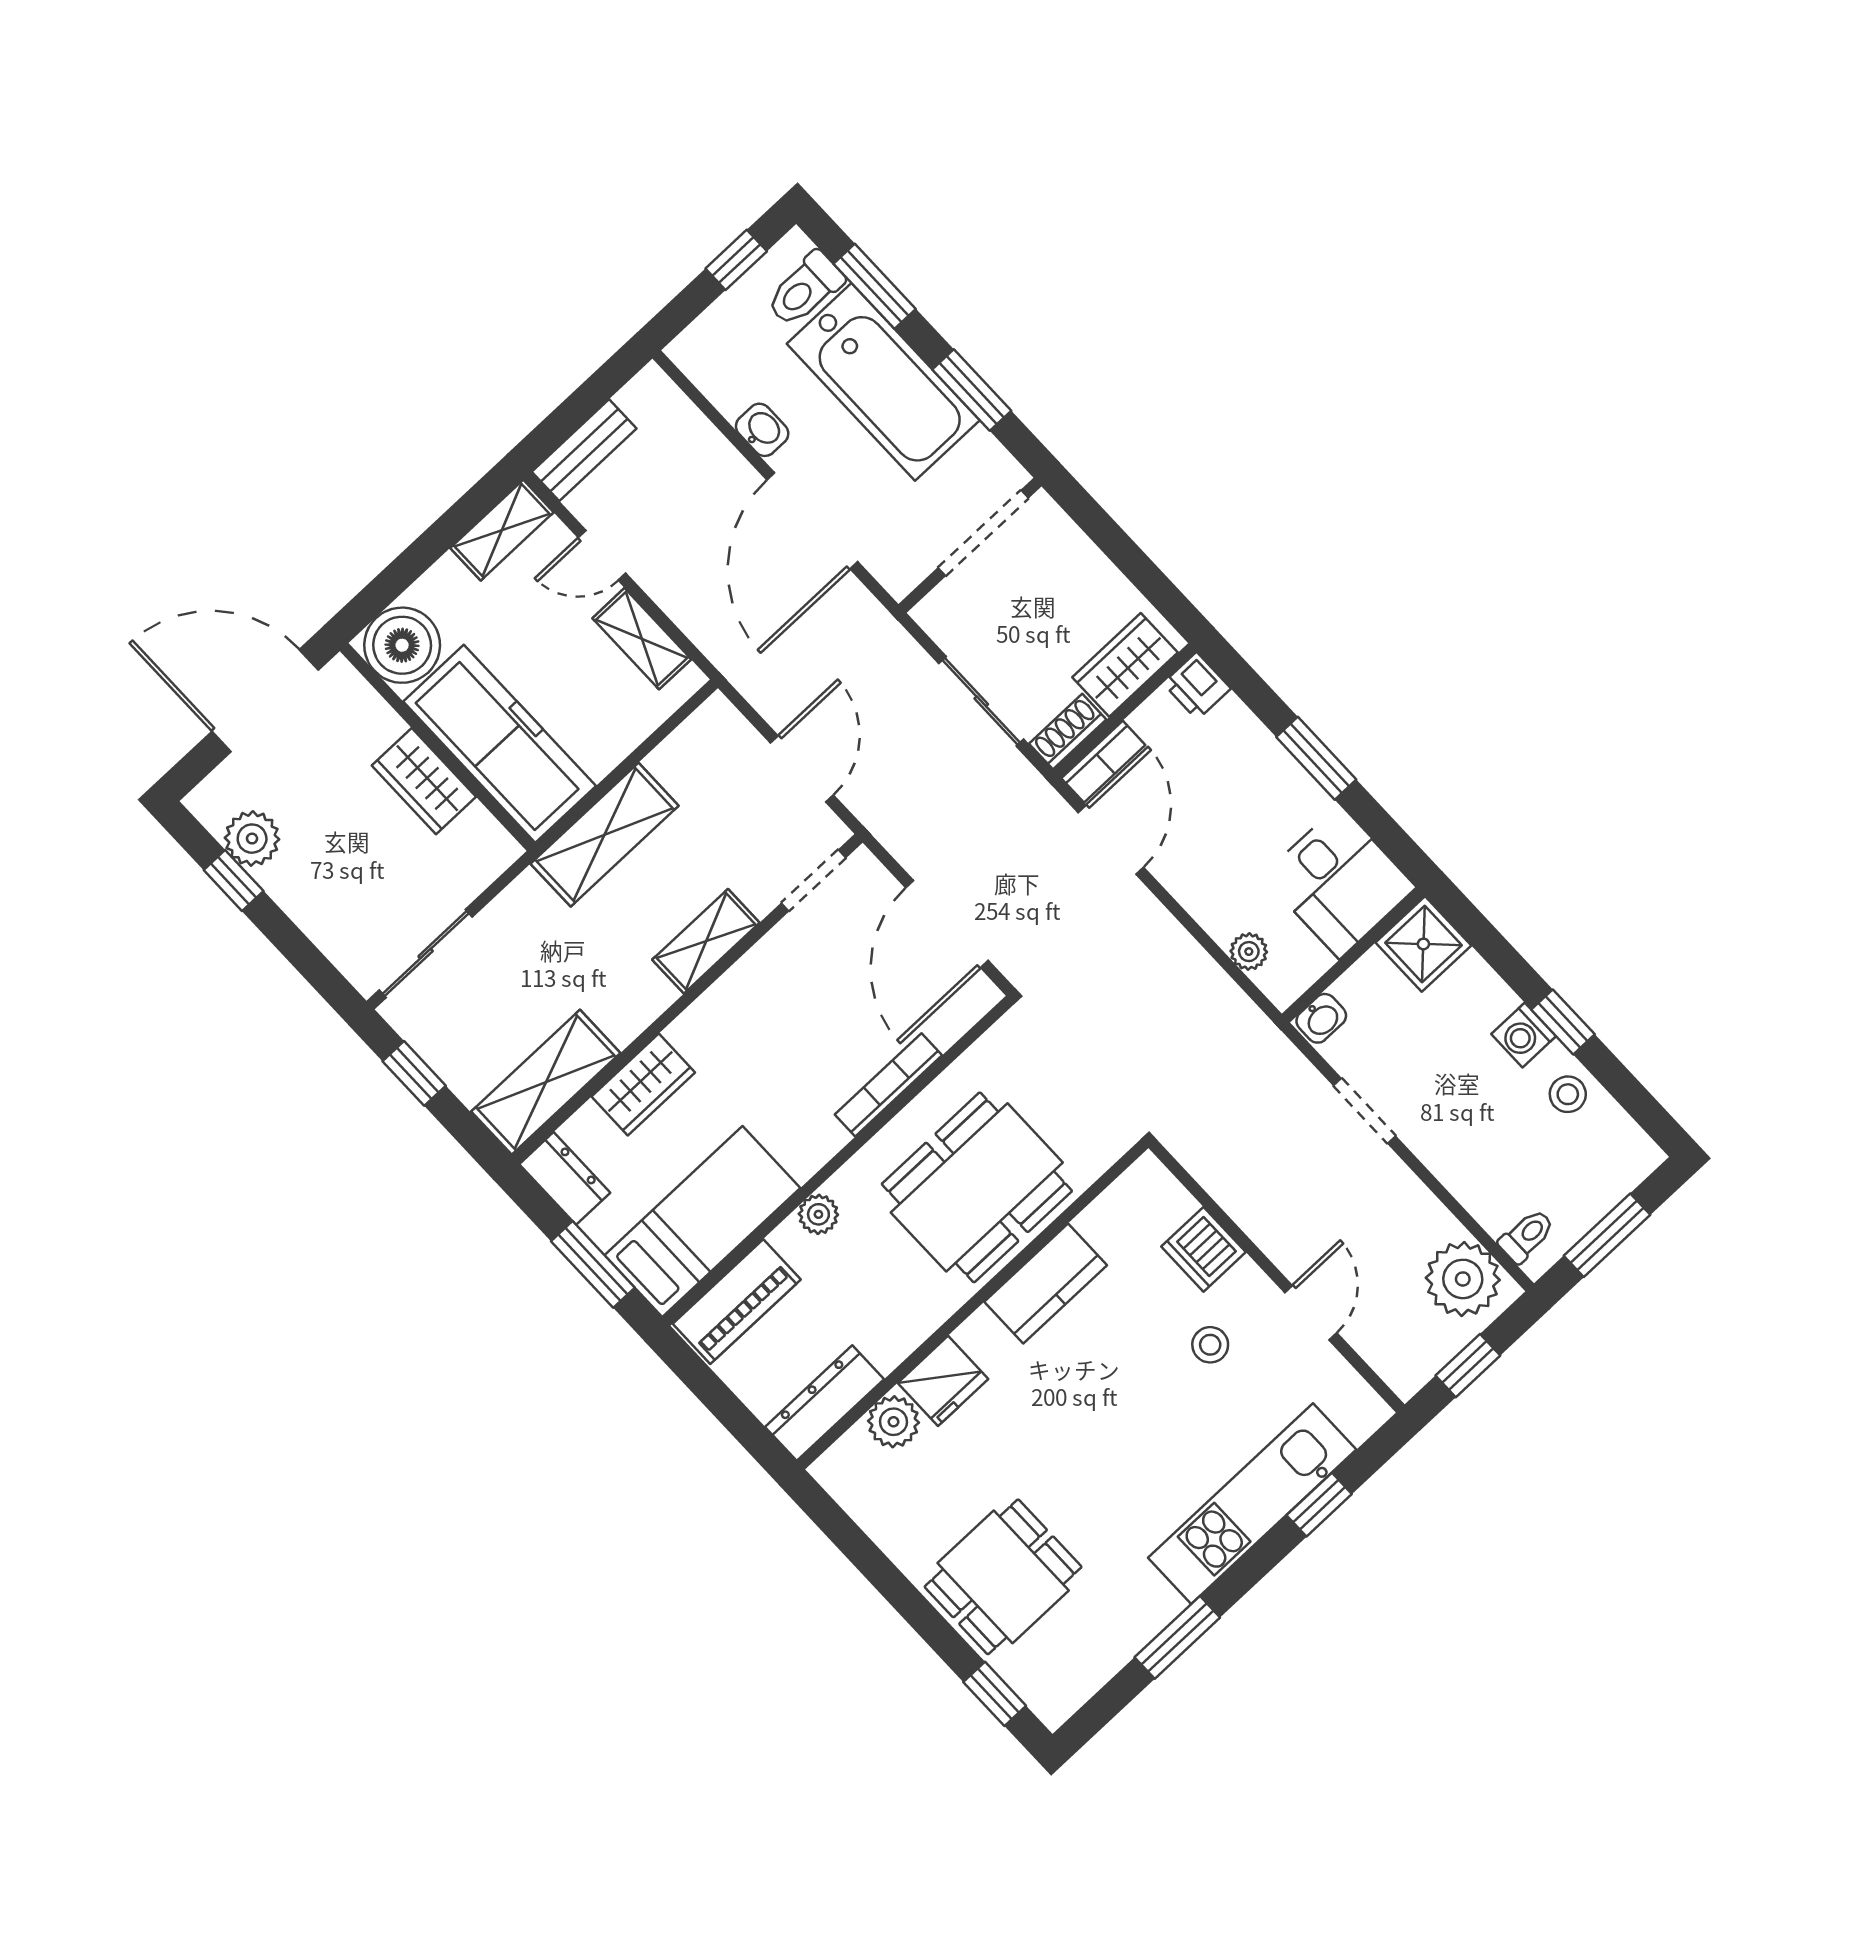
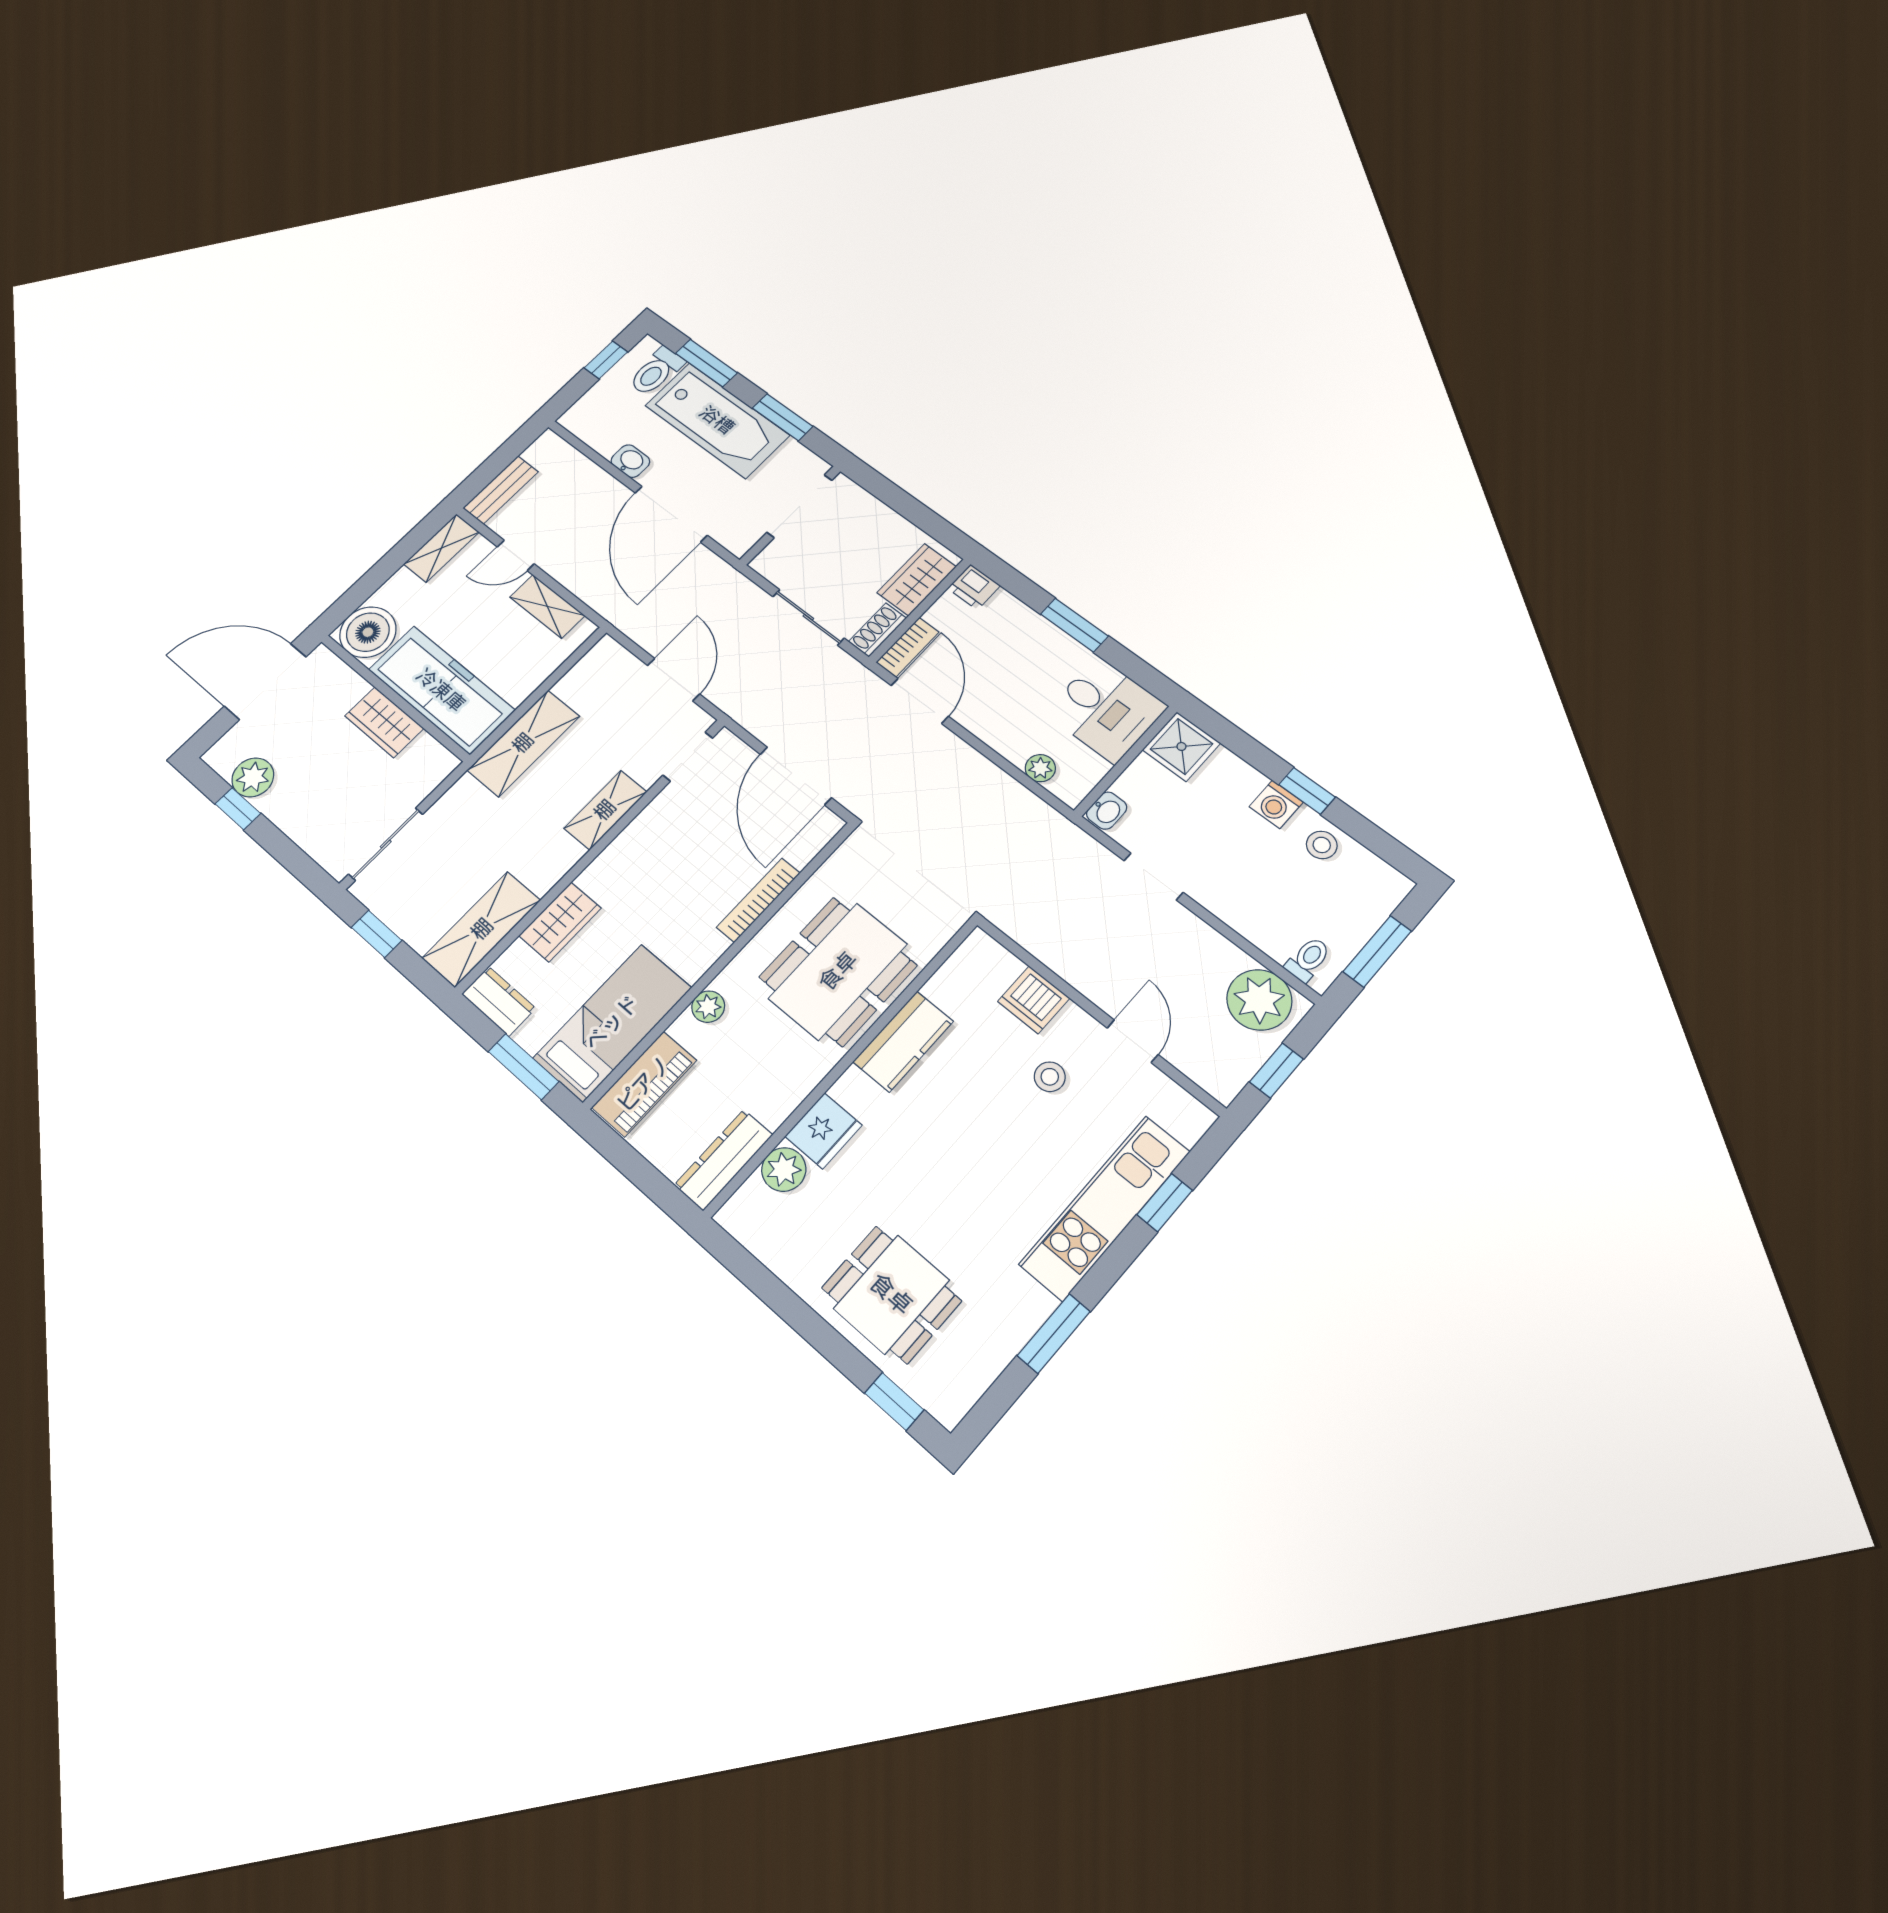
dining table: (1003, 1577) -> (891, 1294), turned 90

